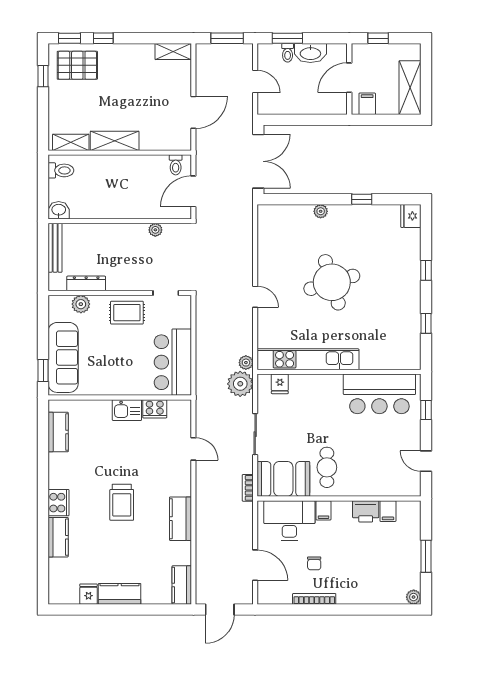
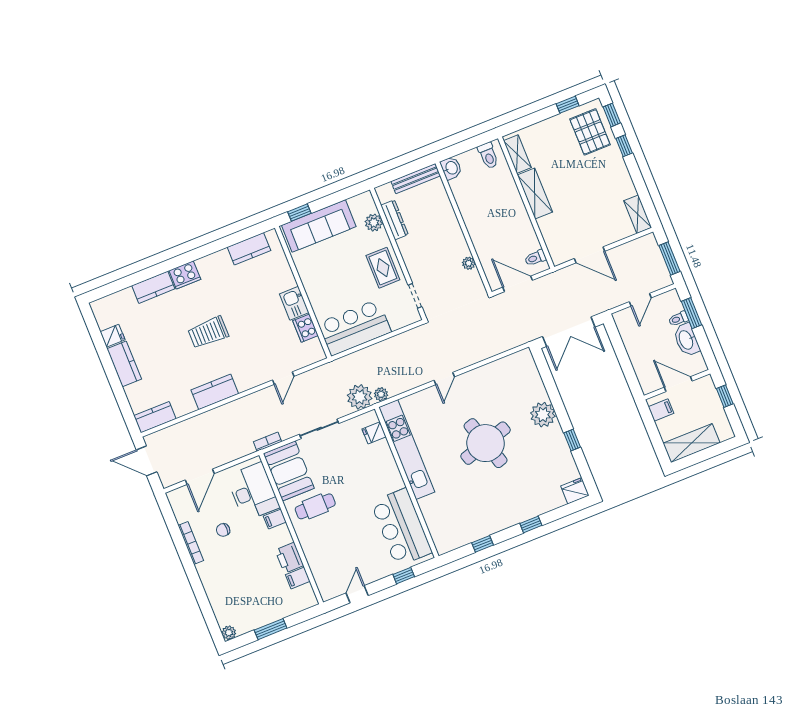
plant: (321, 211) -> (543, 415), width x1.87, depth x1.87

